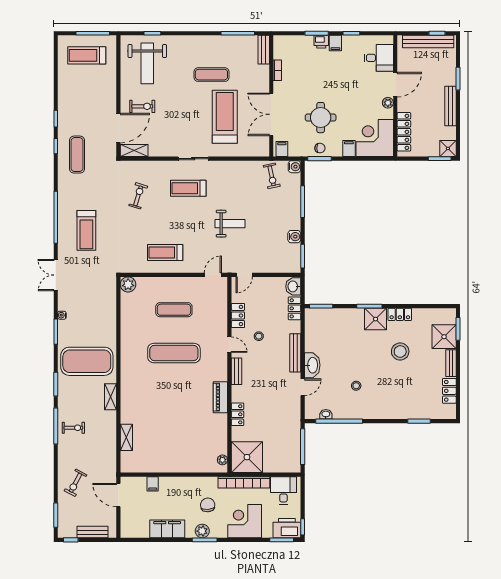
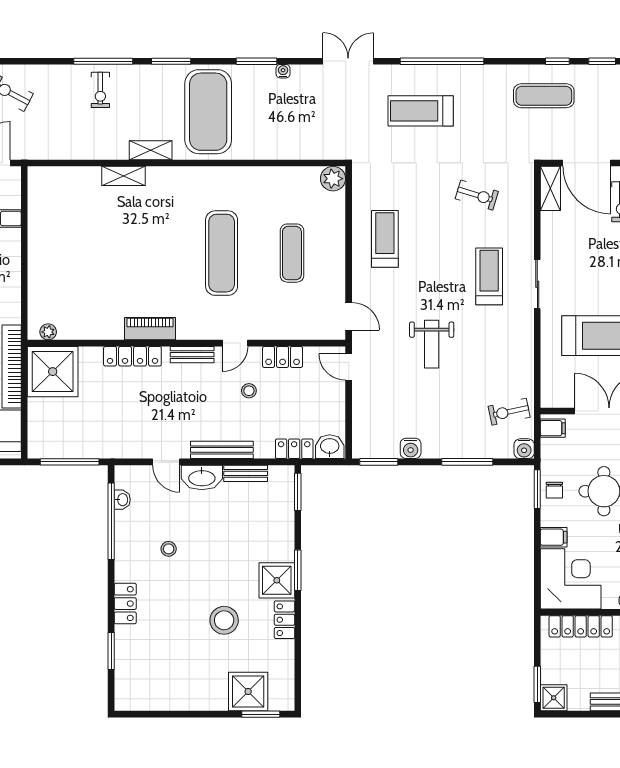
bench: (451, 363) -> (246, 473), moved
locker: (449, 391) -> (125, 604), moved, turned 90
locker: (238, 414) -> (132, 356), width x1.53
shelving: (126, 437) -> (124, 176), moved

